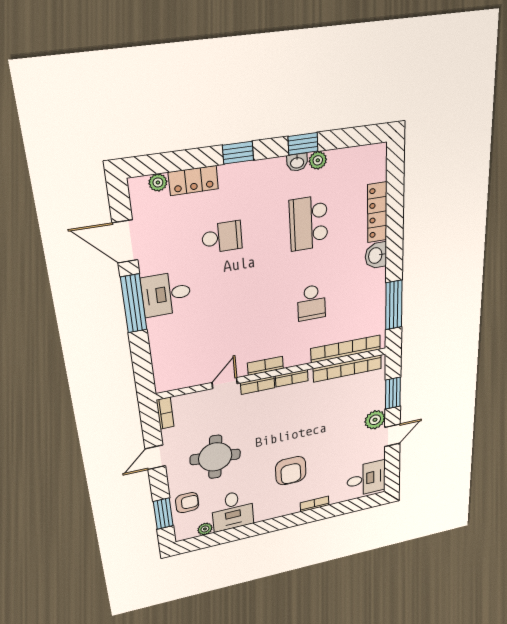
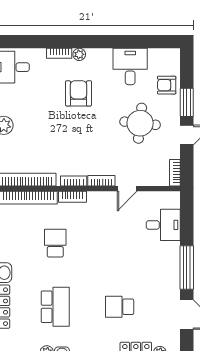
desk: (166, 294) -> (163, 225), moved
bookcase: (265, 366) -> (72, 197), moved
window: (163, 514) -> (187, 102), moved
plant: (205, 529) -> (79, 54), moved

